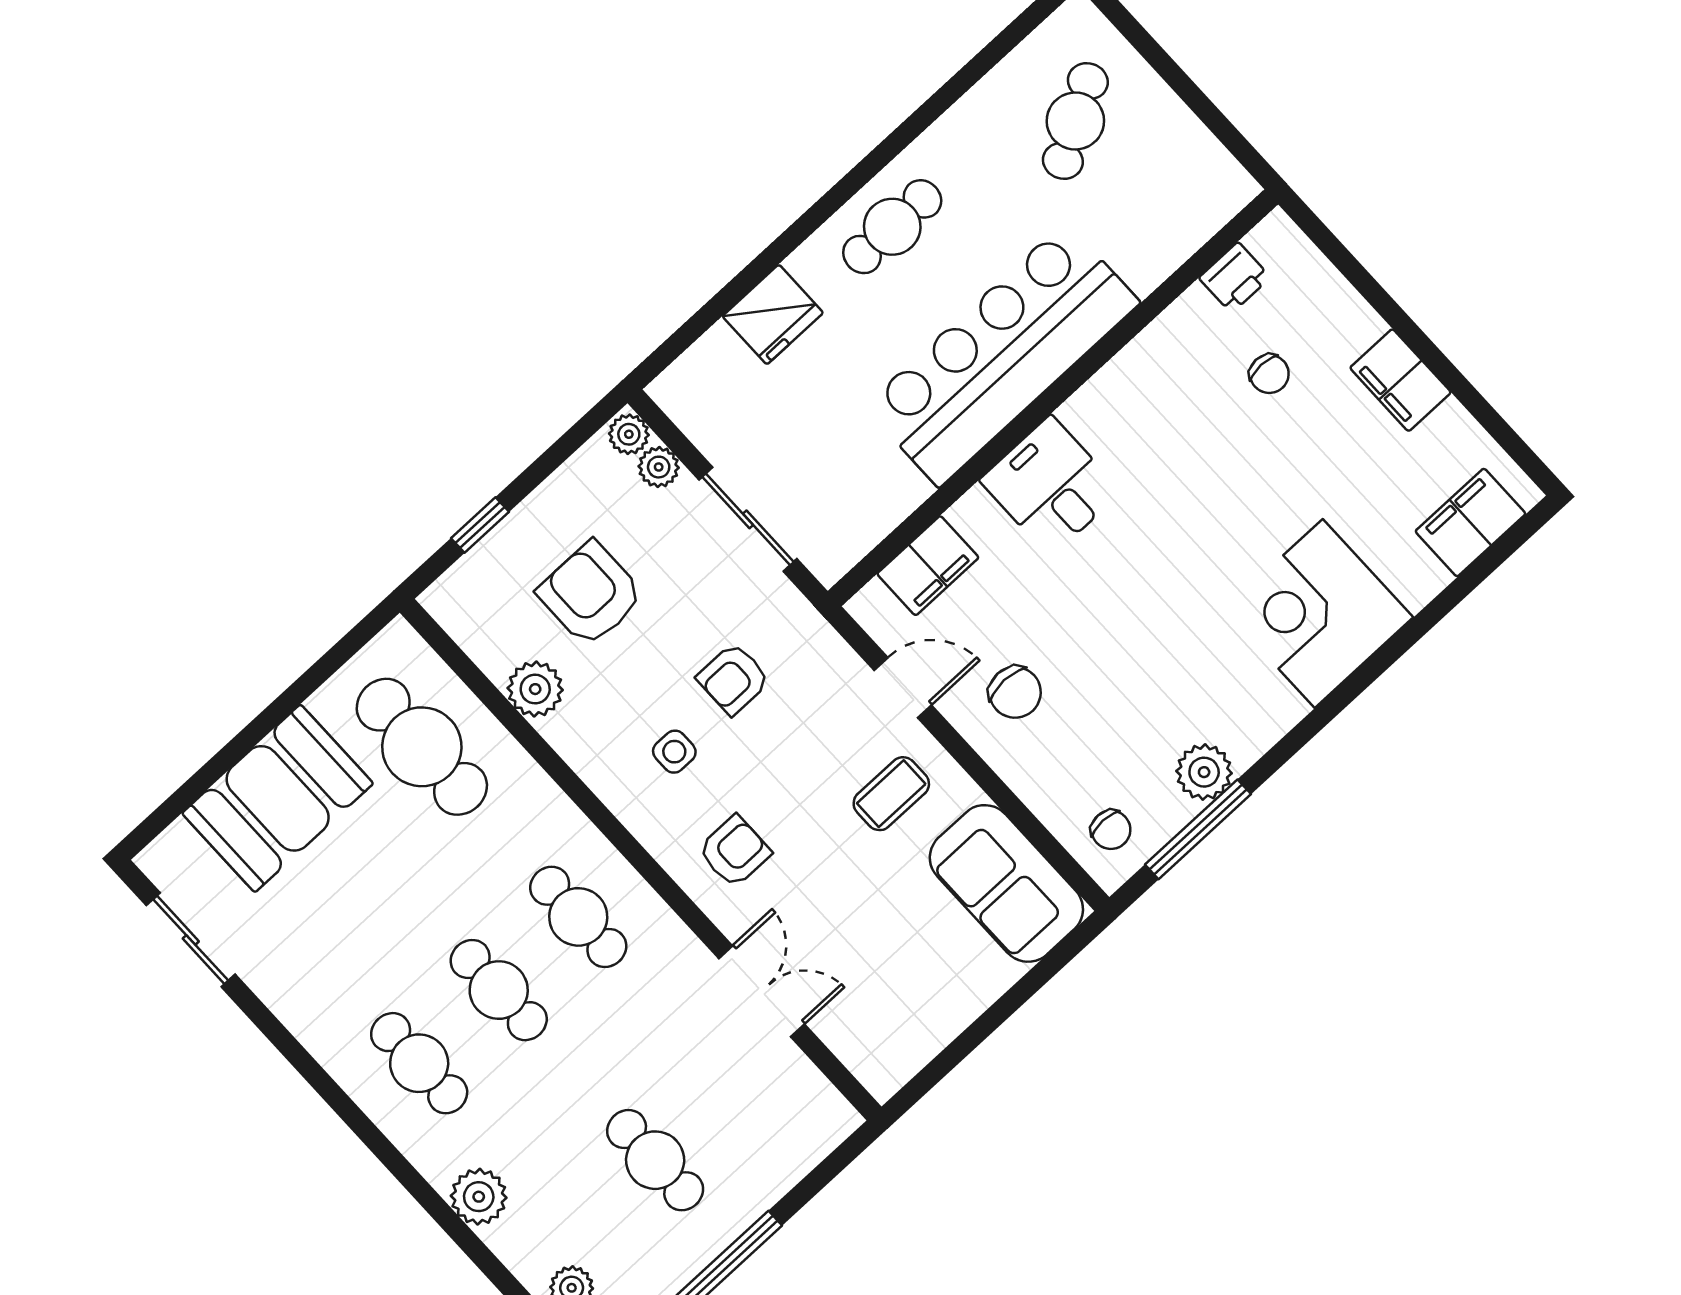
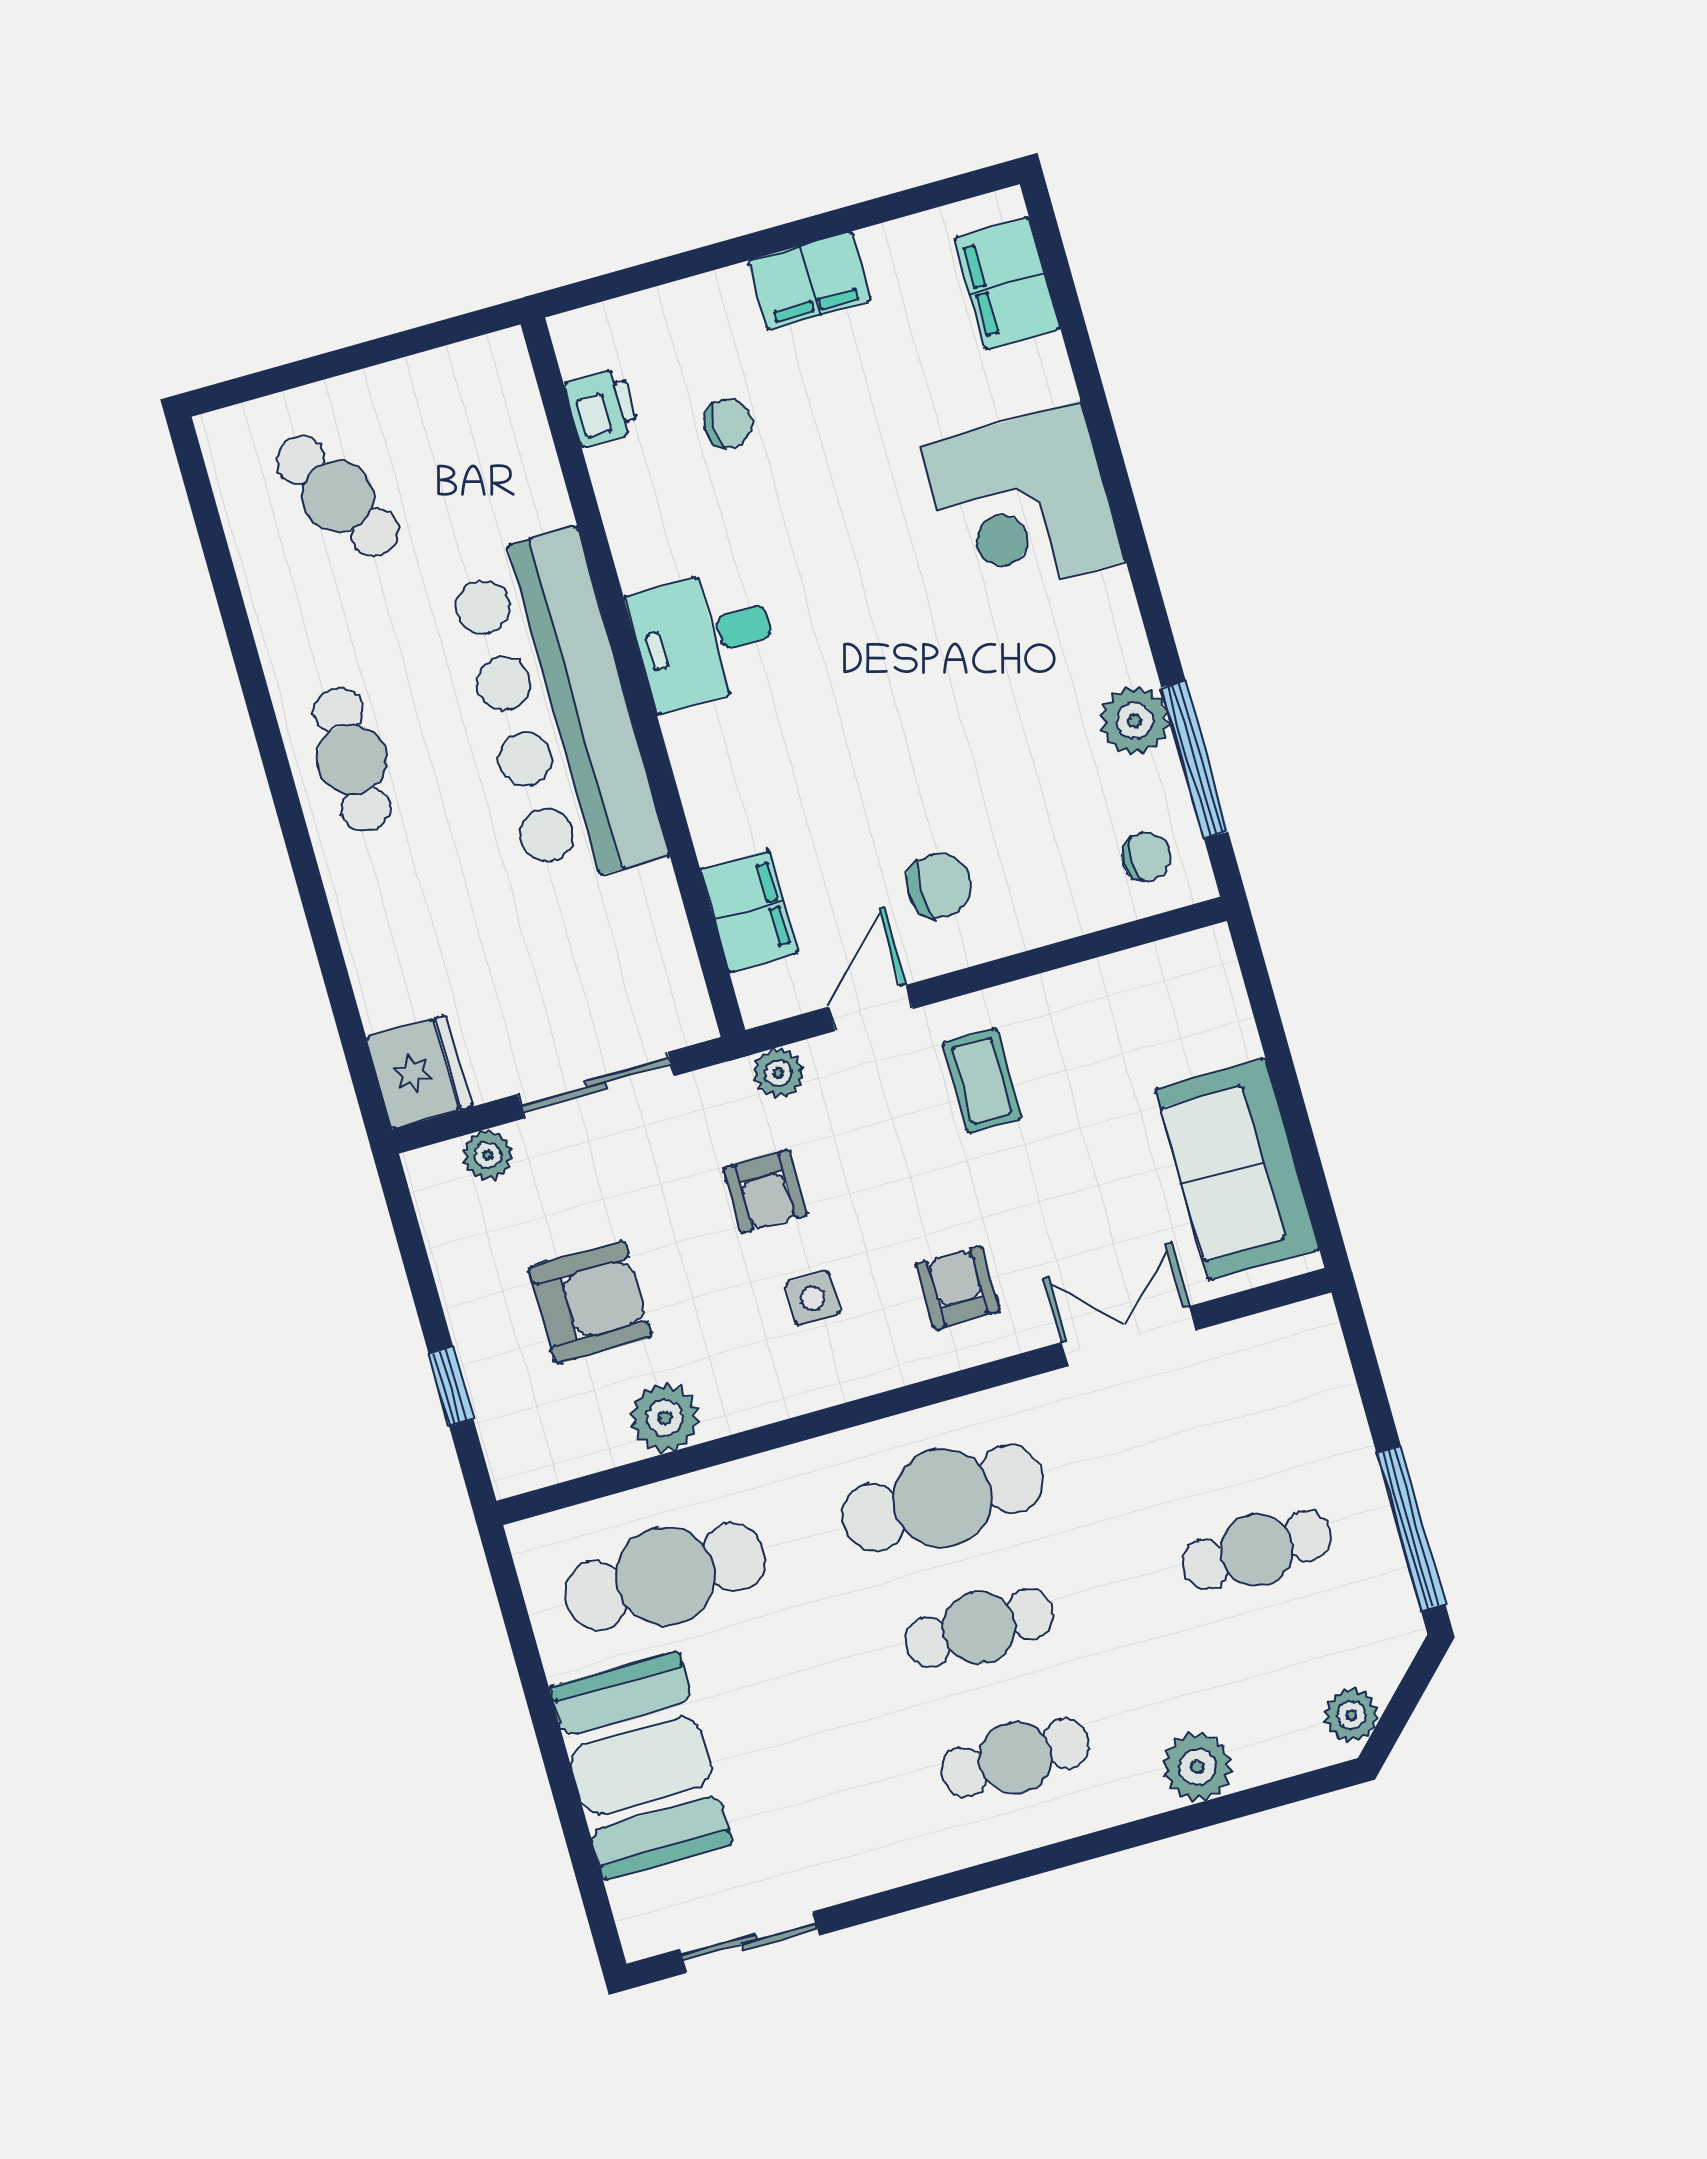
fridge: (773, 314) -> (419, 1072), moved
plant: (629, 434) -> (778, 1073), moved
desk: (1051, 486) -> (704, 638), moved
armchair: (591, 594) -> (590, 1302), turned 180
sofa: (1006, 883) -> (1237, 1169), moved, turned 90
cafe table: (578, 917) -> (942, 1498), width x1.37, depth x1.35

